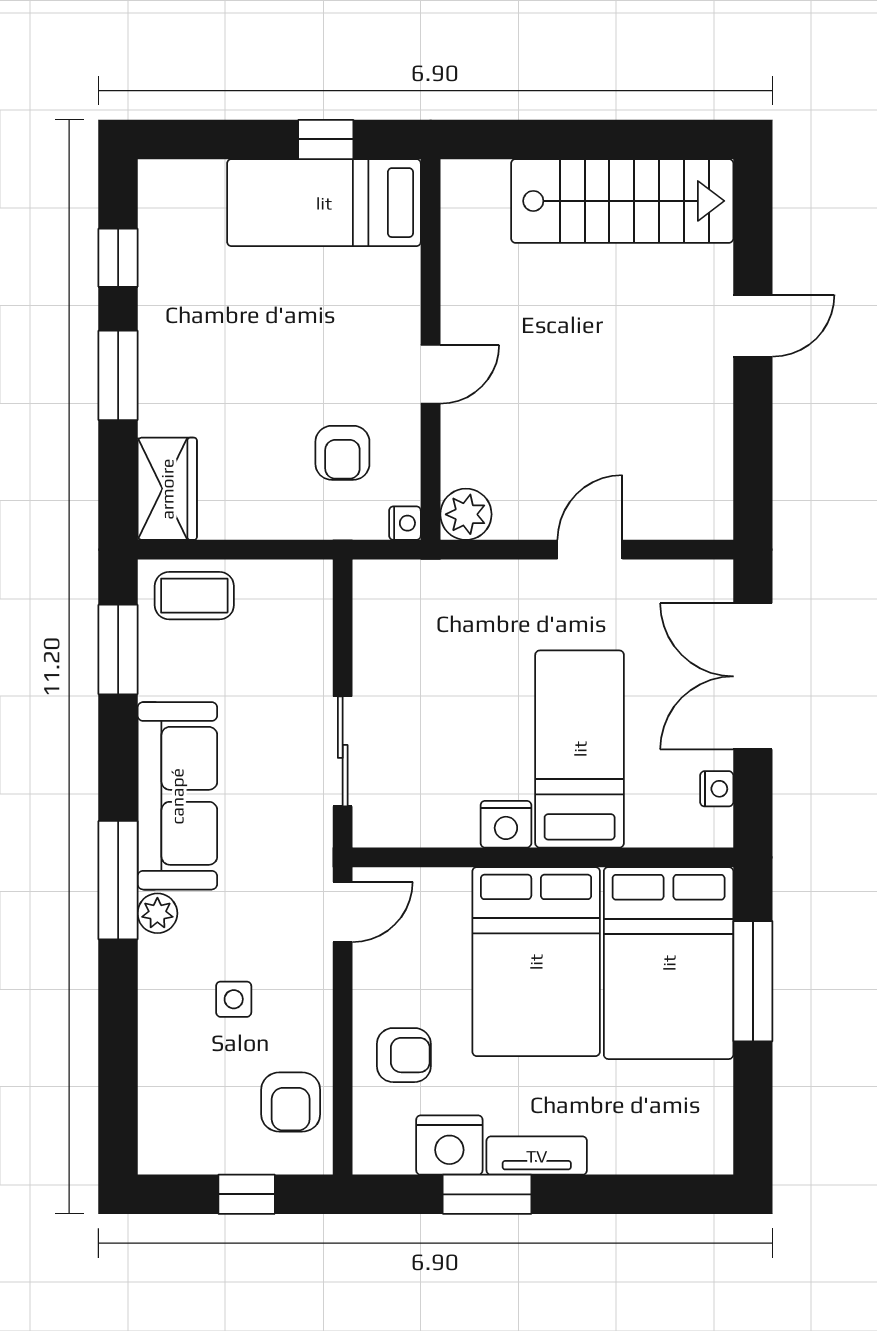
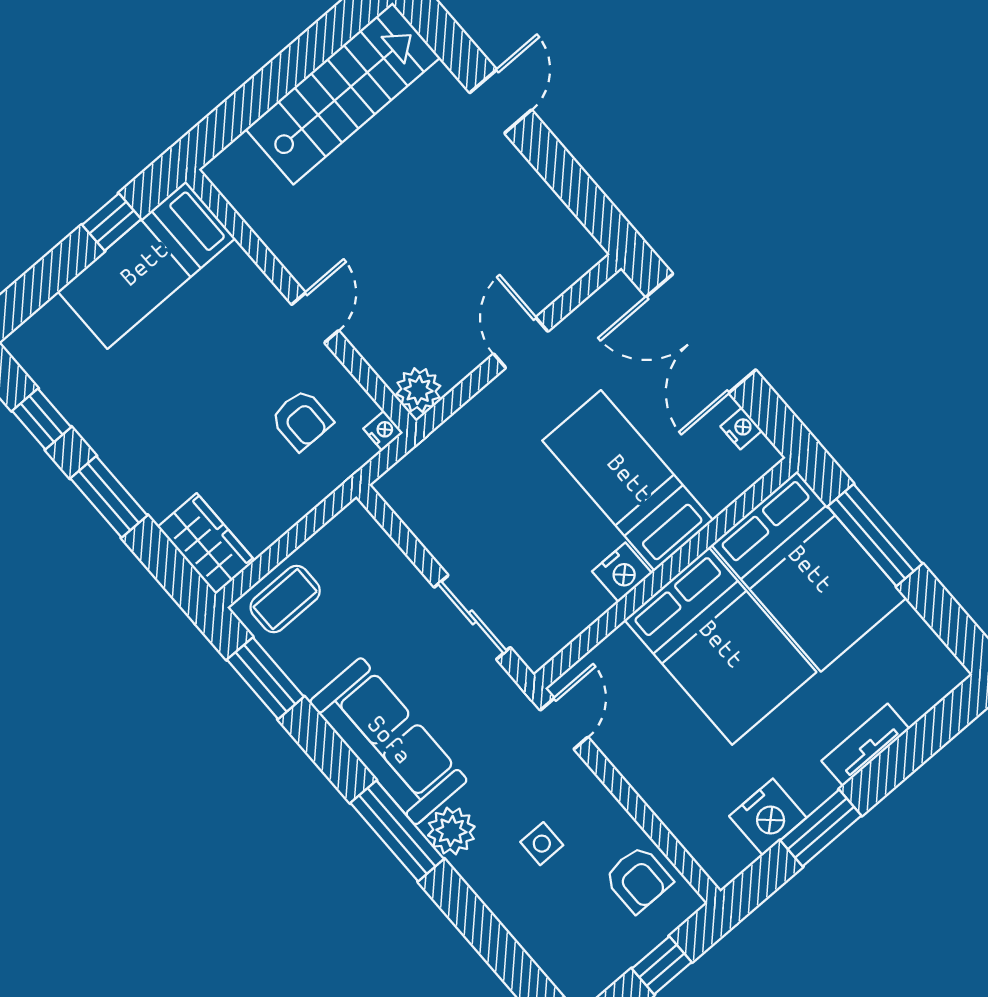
plant: (157, 913) -> (451, 831), width x1.38, depth x1.38
armchair: (404, 1055) -> (686, 783), removed
tv unit: (537, 1156) -> (865, 745), moved

